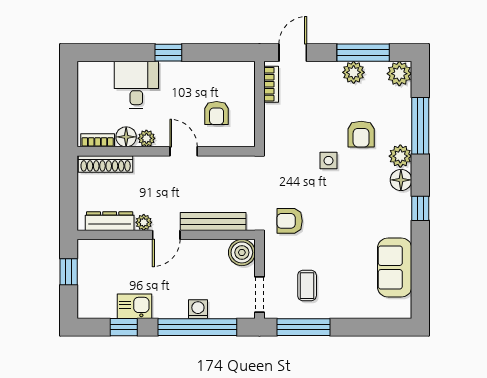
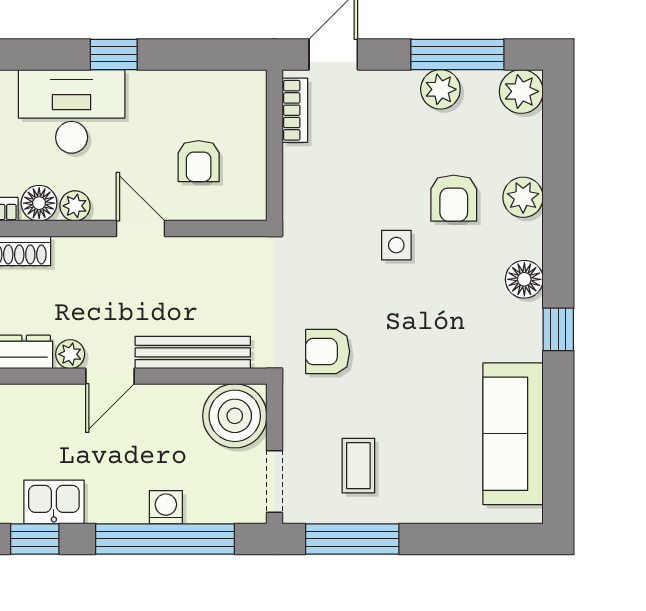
desk: (136, 85) -> (72, 111), width x1.37
window: (420, 126) -> (558, 184), removed
plant: (400, 156) -> (523, 197), moved
boiler: (242, 252) -> (235, 416), width x1.37, depth x1.37
sofa: (395, 267) -> (513, 434), width x1.36

